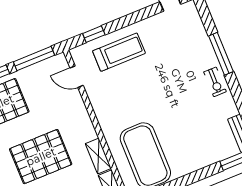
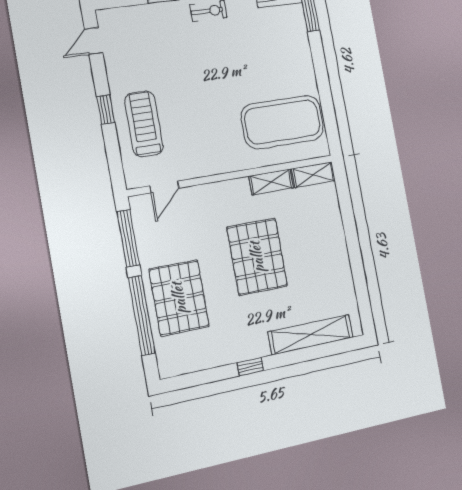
window: (94, 34) -> (106, 110), moved

